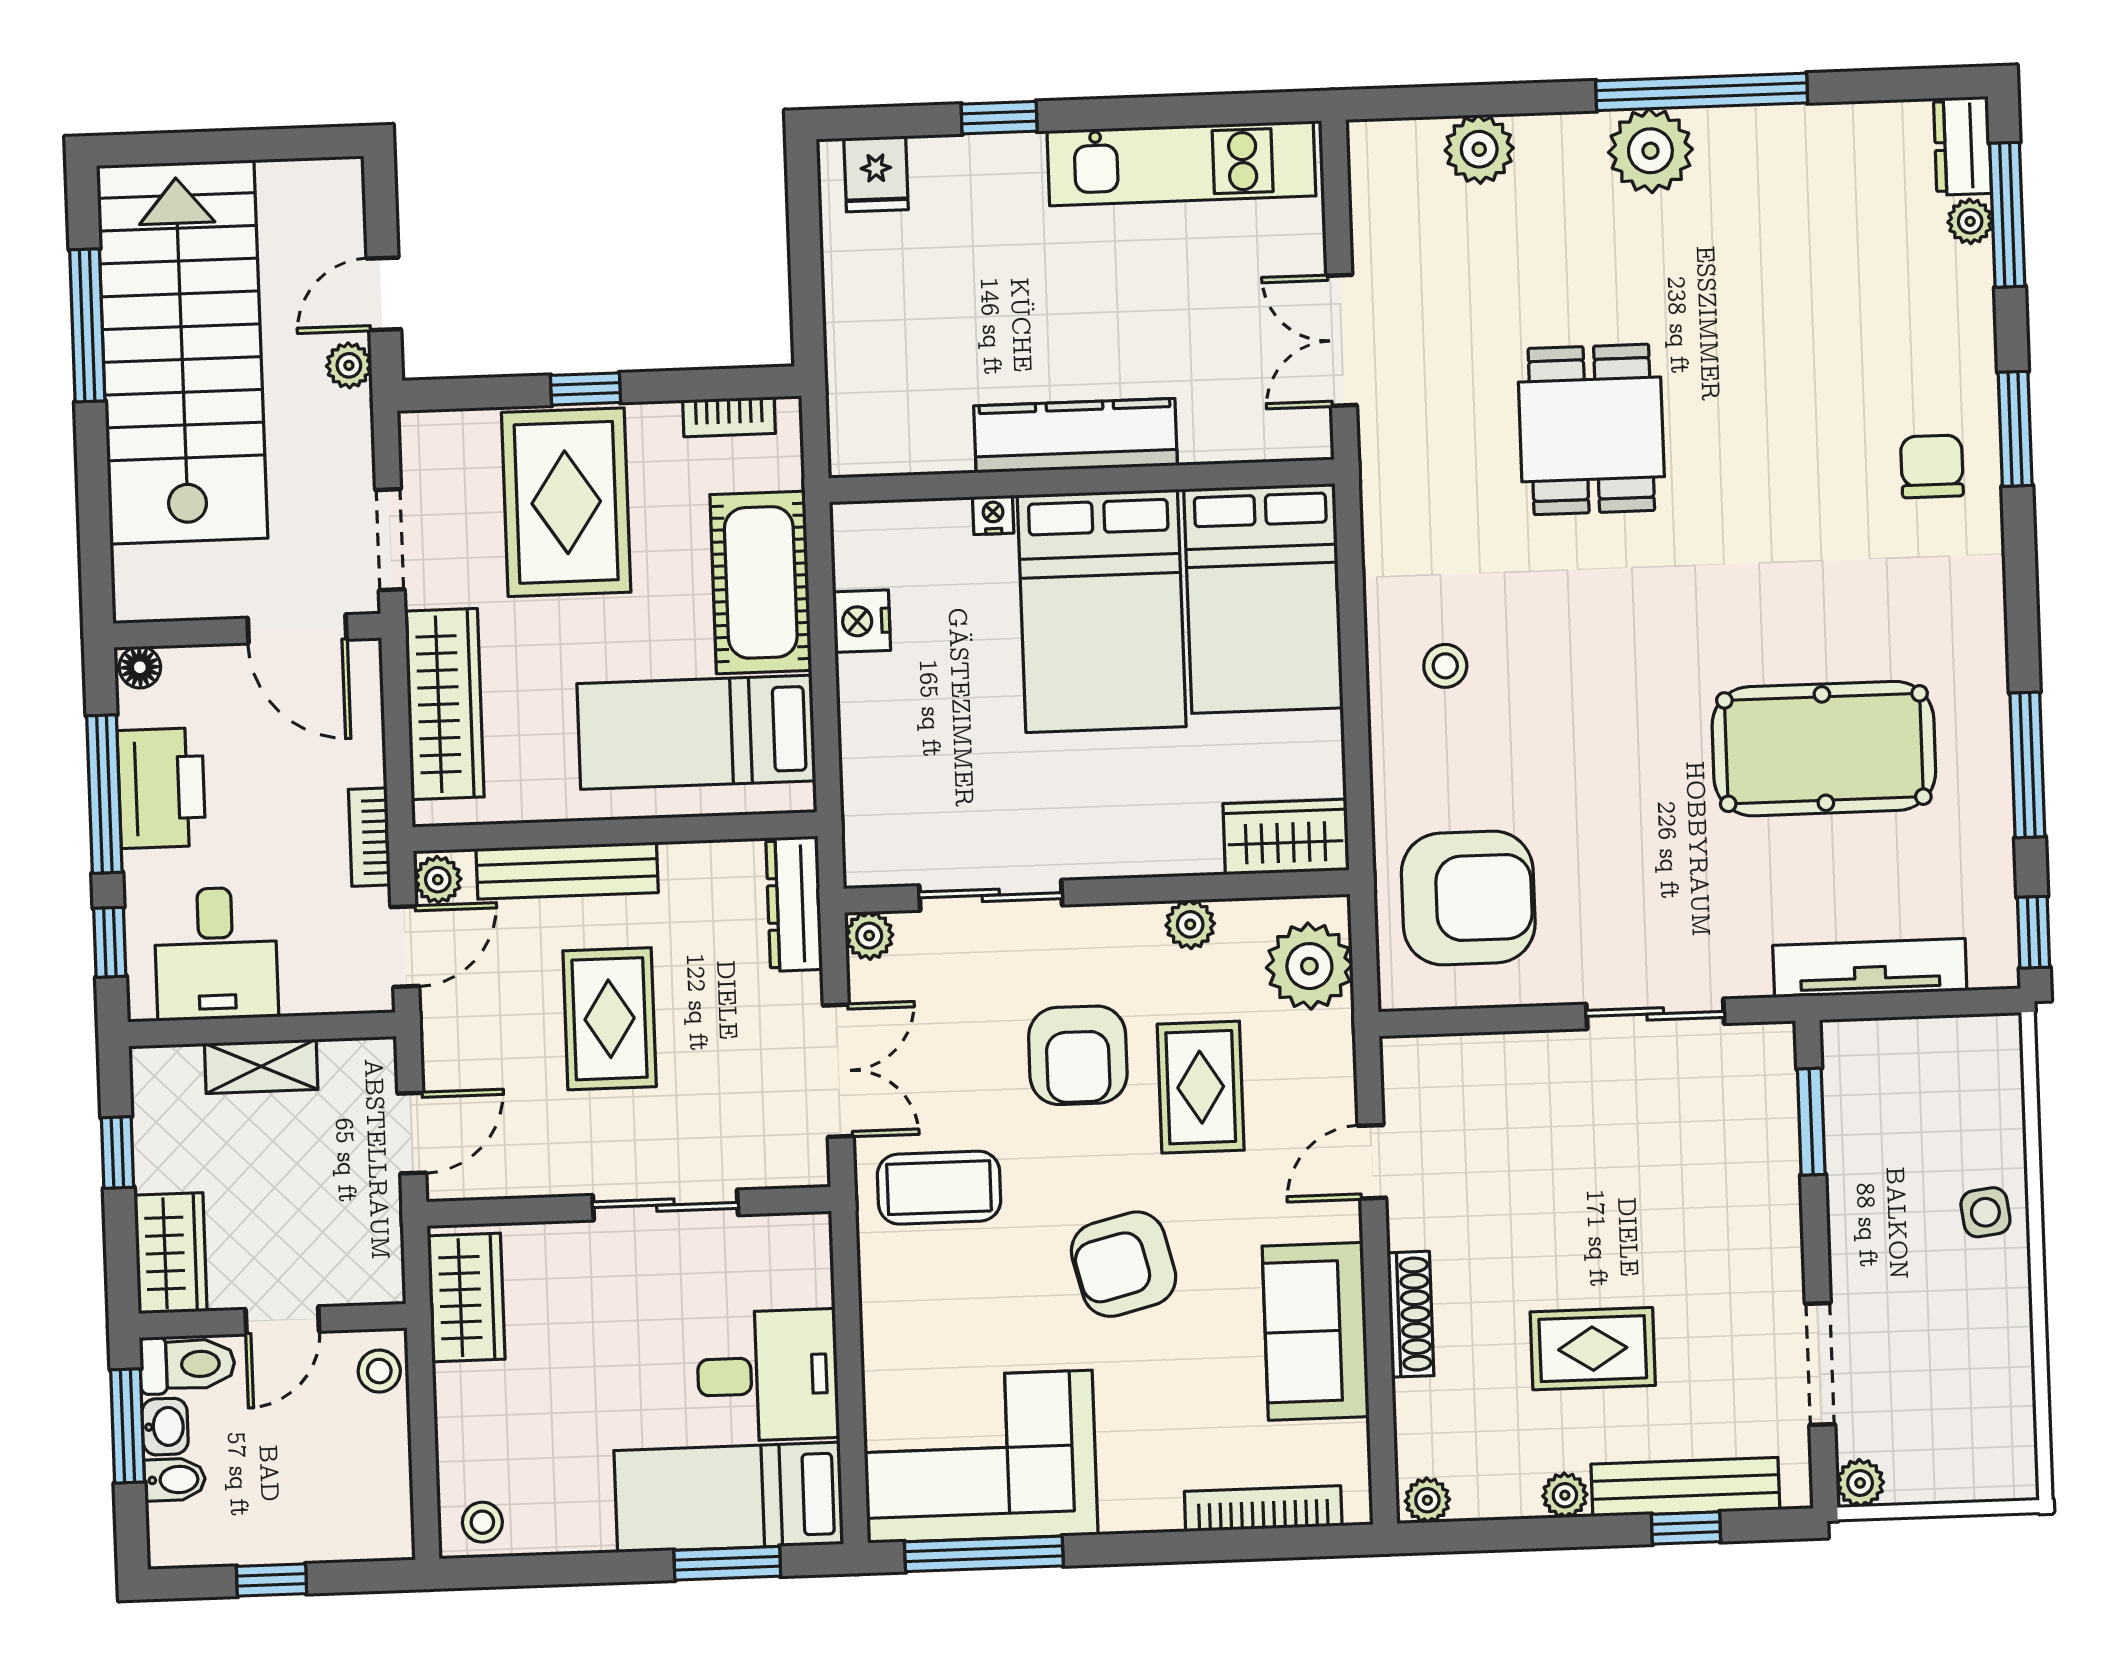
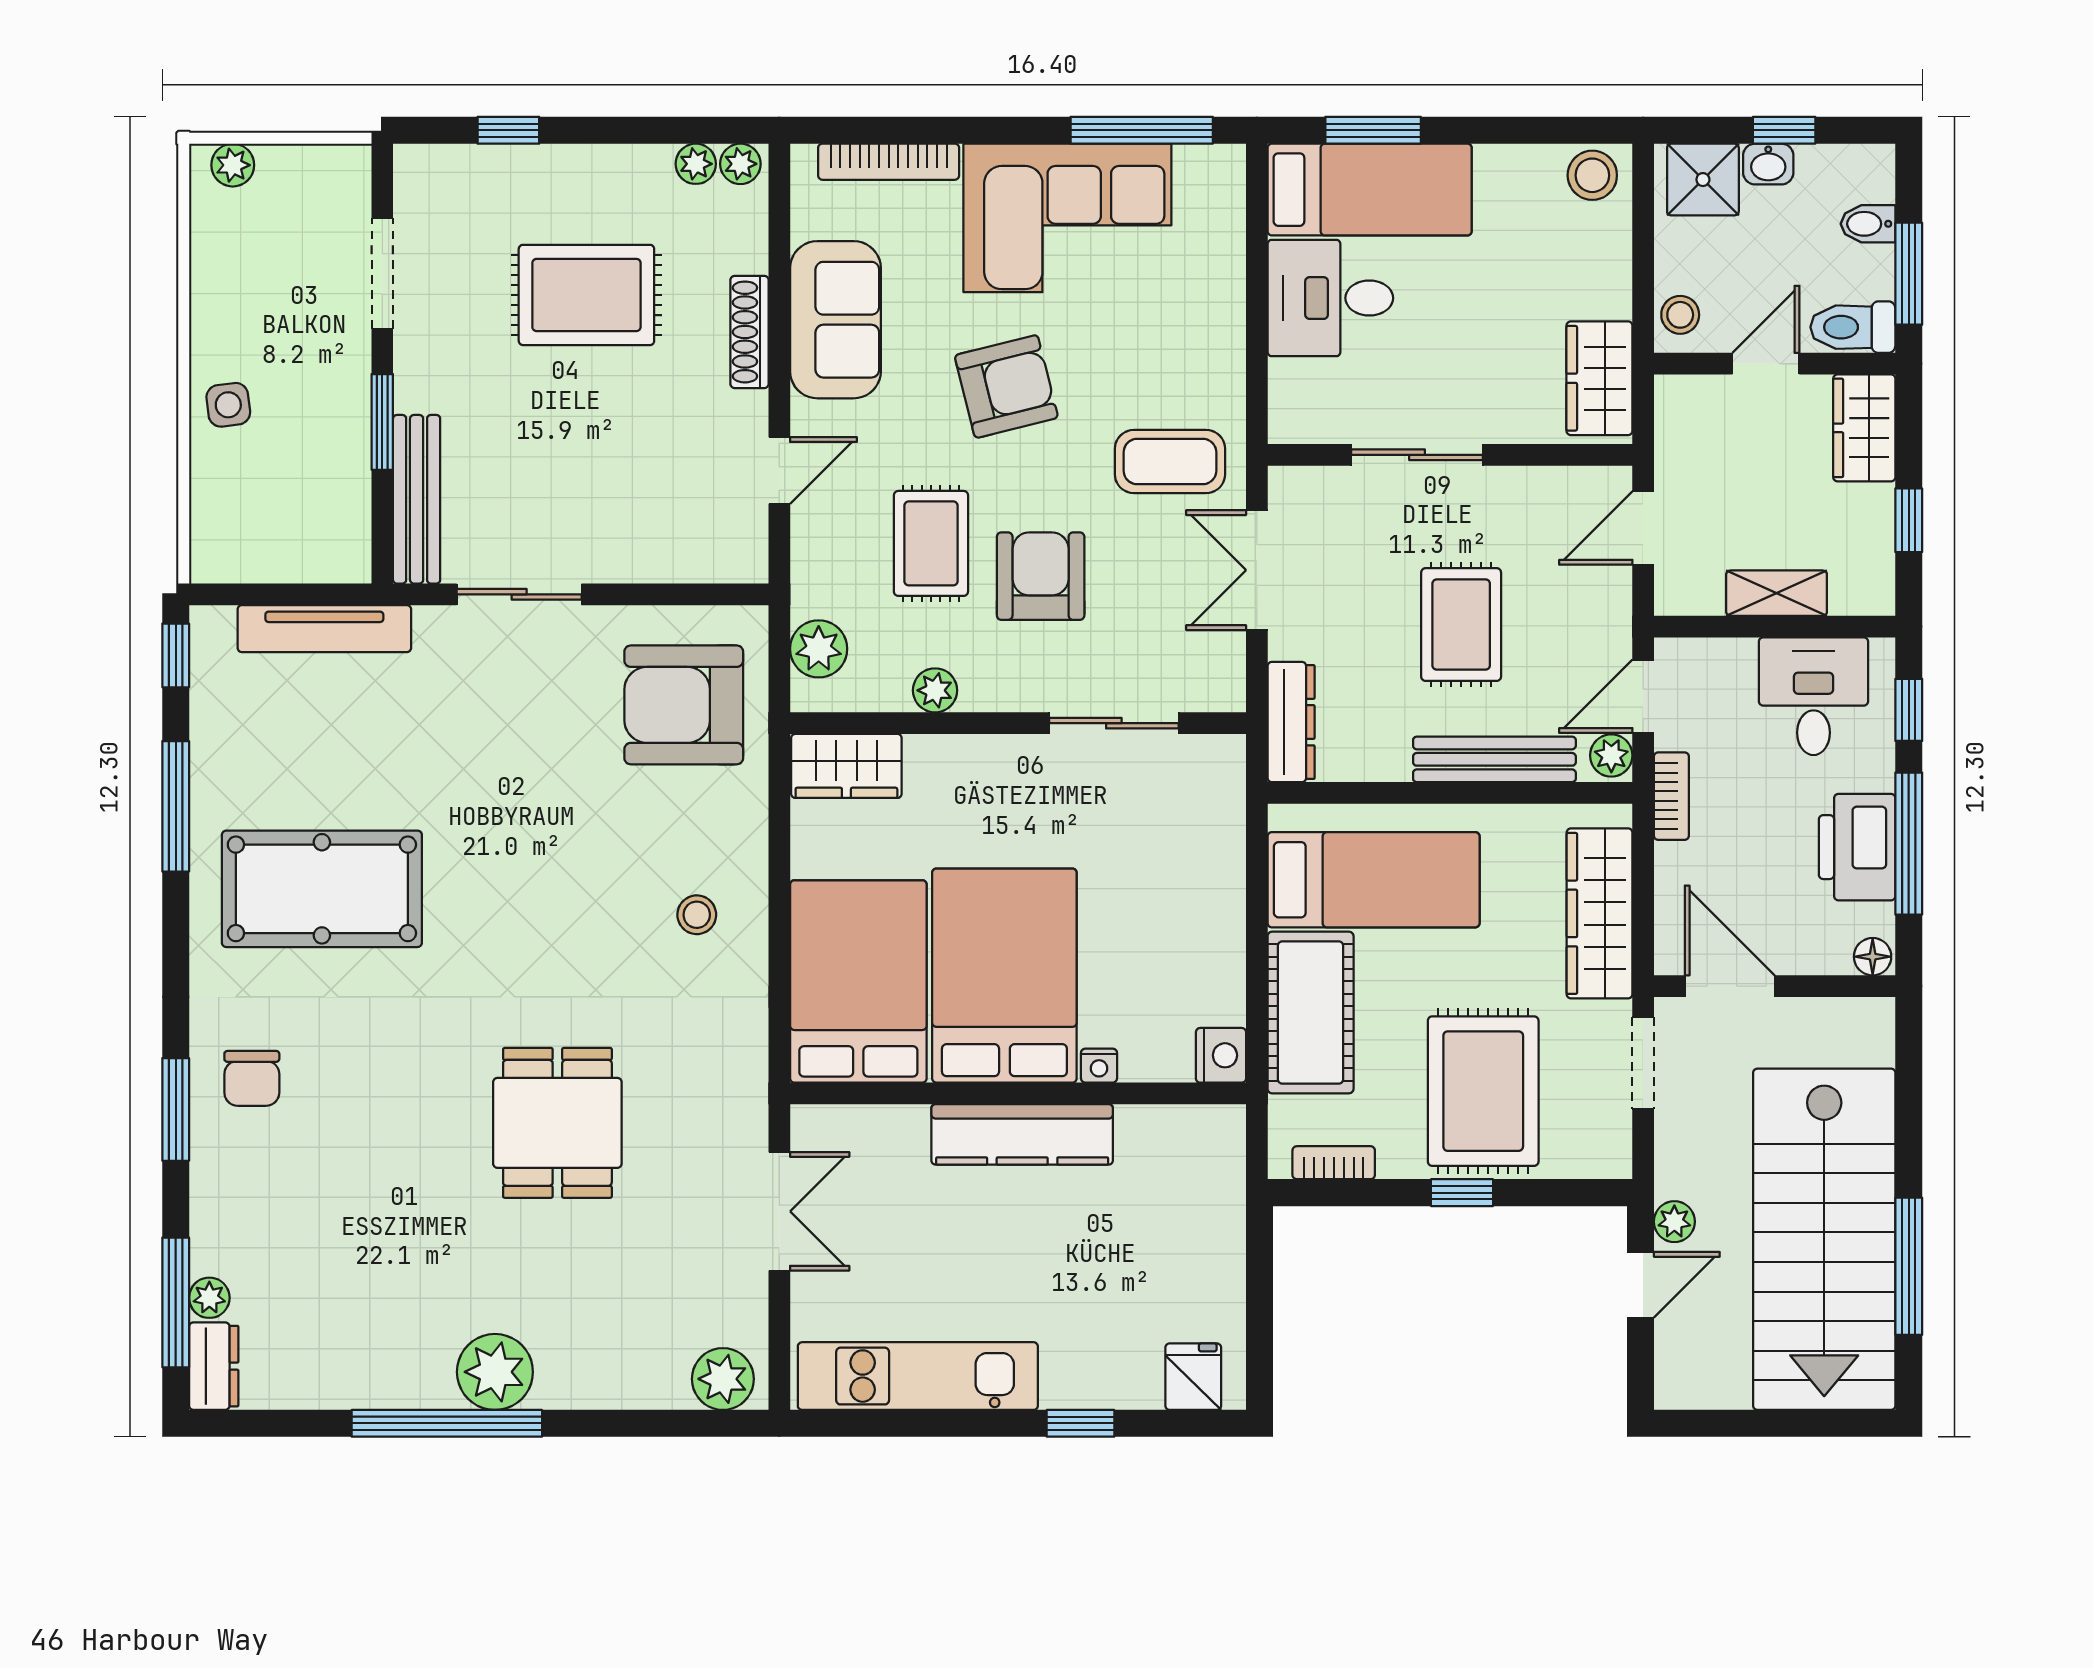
plant: (1479, 149) -> (723, 1379), moved
nightstand: (862, 621) -> (1221, 1055), moved
pool table: (1824, 749) -> (322, 889), moved
plant: (869, 936) -> (1225, 691), removed
plant: (1309, 966) -> (819, 649), width x0.73, depth x0.73
window: (1811, 1122) -> (382, 422), moved
rug: (1593, 1349) -> (586, 295), width x1.36, depth x1.43
washbasin: (165, 1427) -> (1768, 164), moved, turned -90
corner sofa: (980, 1457) -> (1067, 218), moved
plant: (1860, 1483) -> (233, 165), moved
bench: (1685, 1487) -> (417, 499), moved, turned 90
plant: (1565, 1495) -> (696, 164), moved
shower: (360, 1522) -> (1703, 180), added
stool: (482, 1522) -> (1592, 175), width x1.37, depth x1.37

